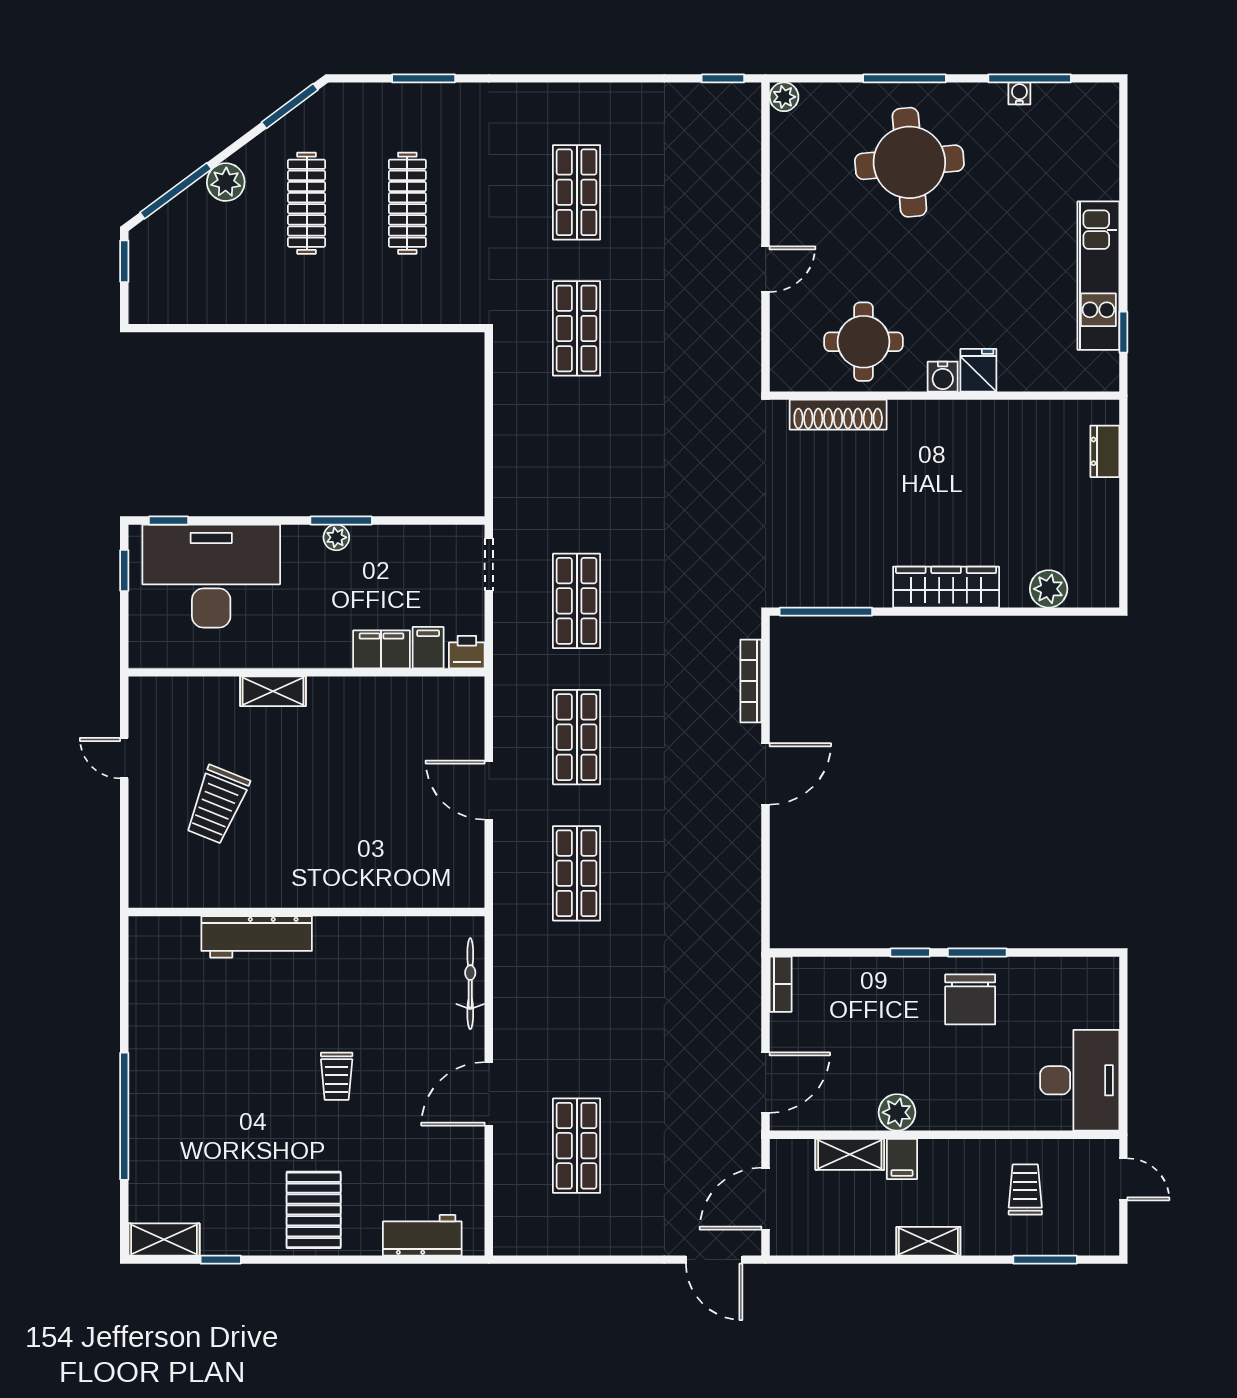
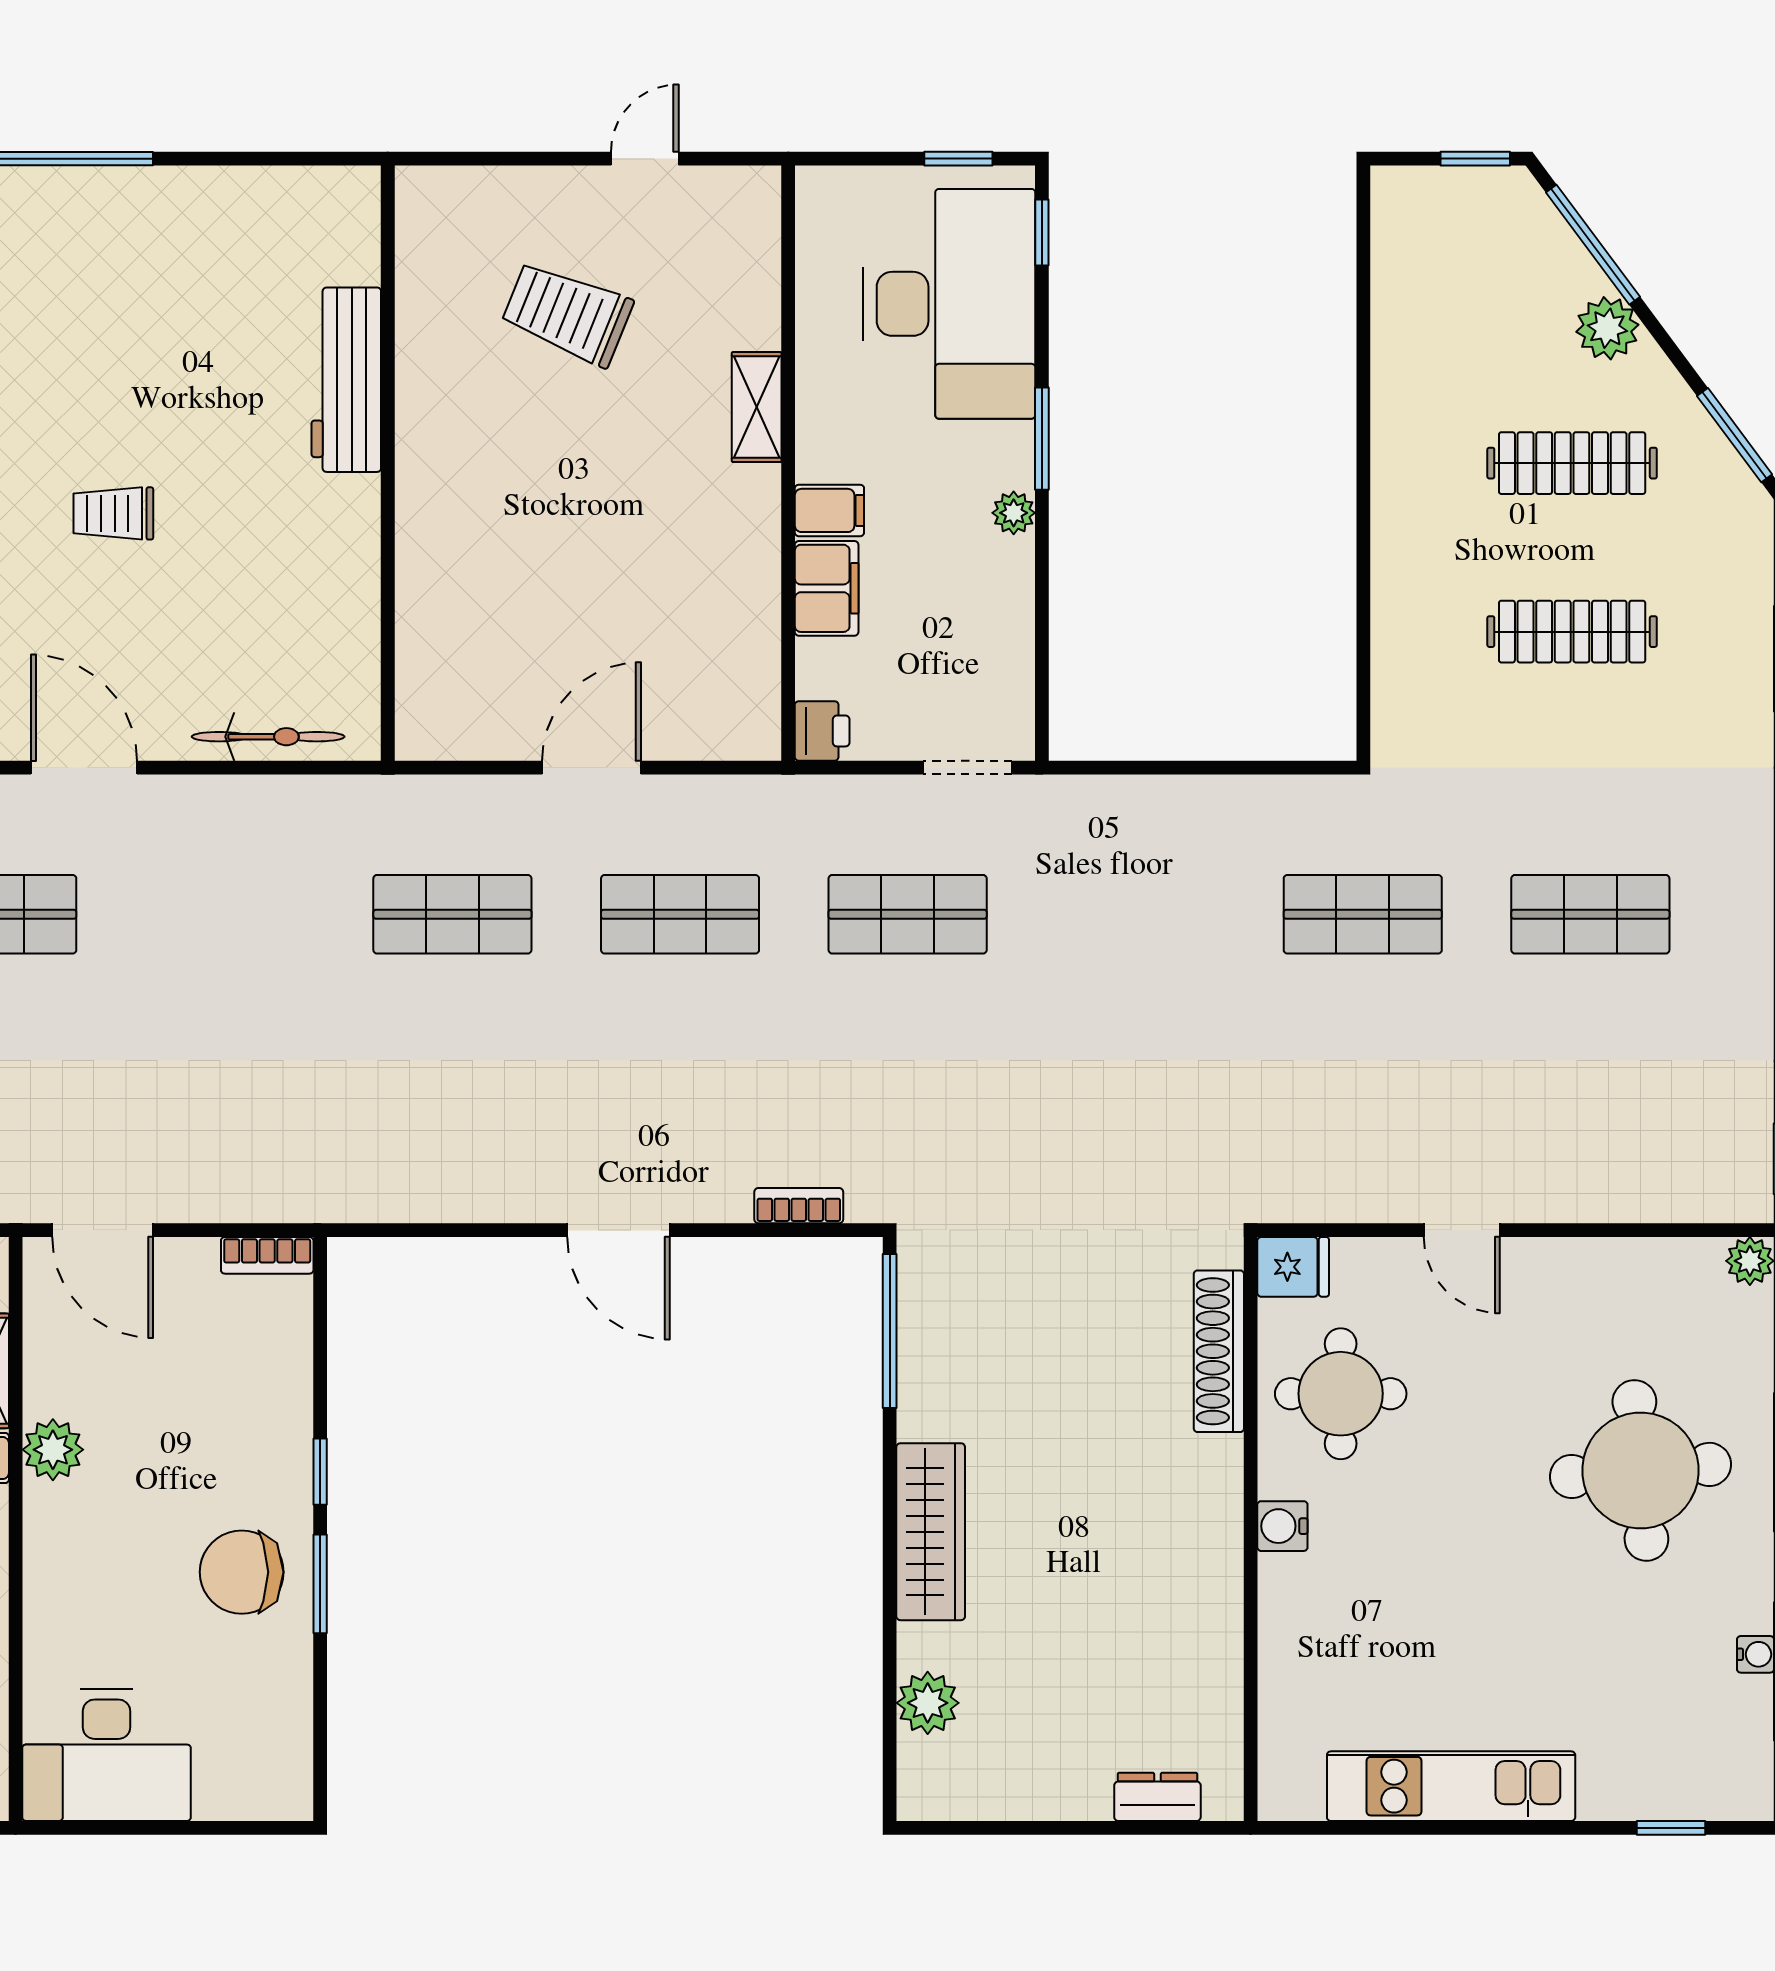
window: (1123, 332) -> (1671, 1828), moved
fridge: (978, 370) -> (1293, 1267), moved
window: (341, 520) -> (1042, 439), moved
filing cabinet: (428, 648) -> (829, 510), moved
bookcase: (751, 681) -> (799, 1206), width x0.64

